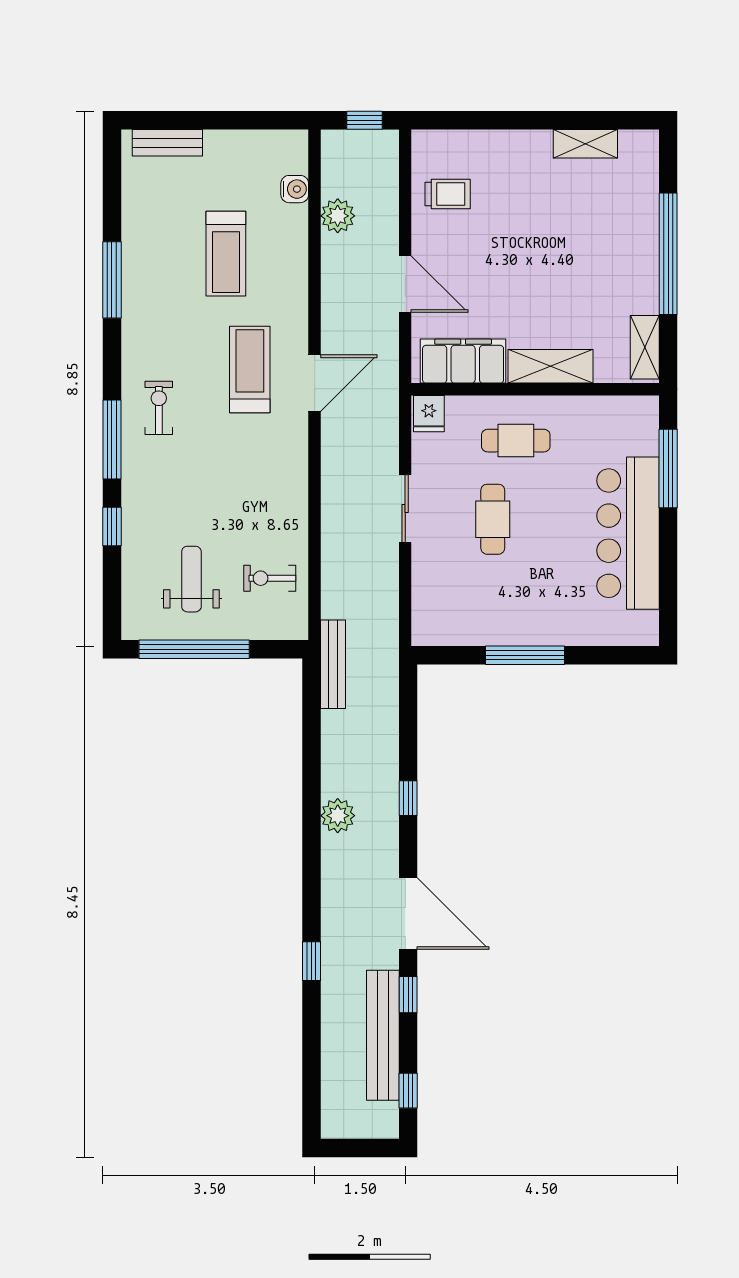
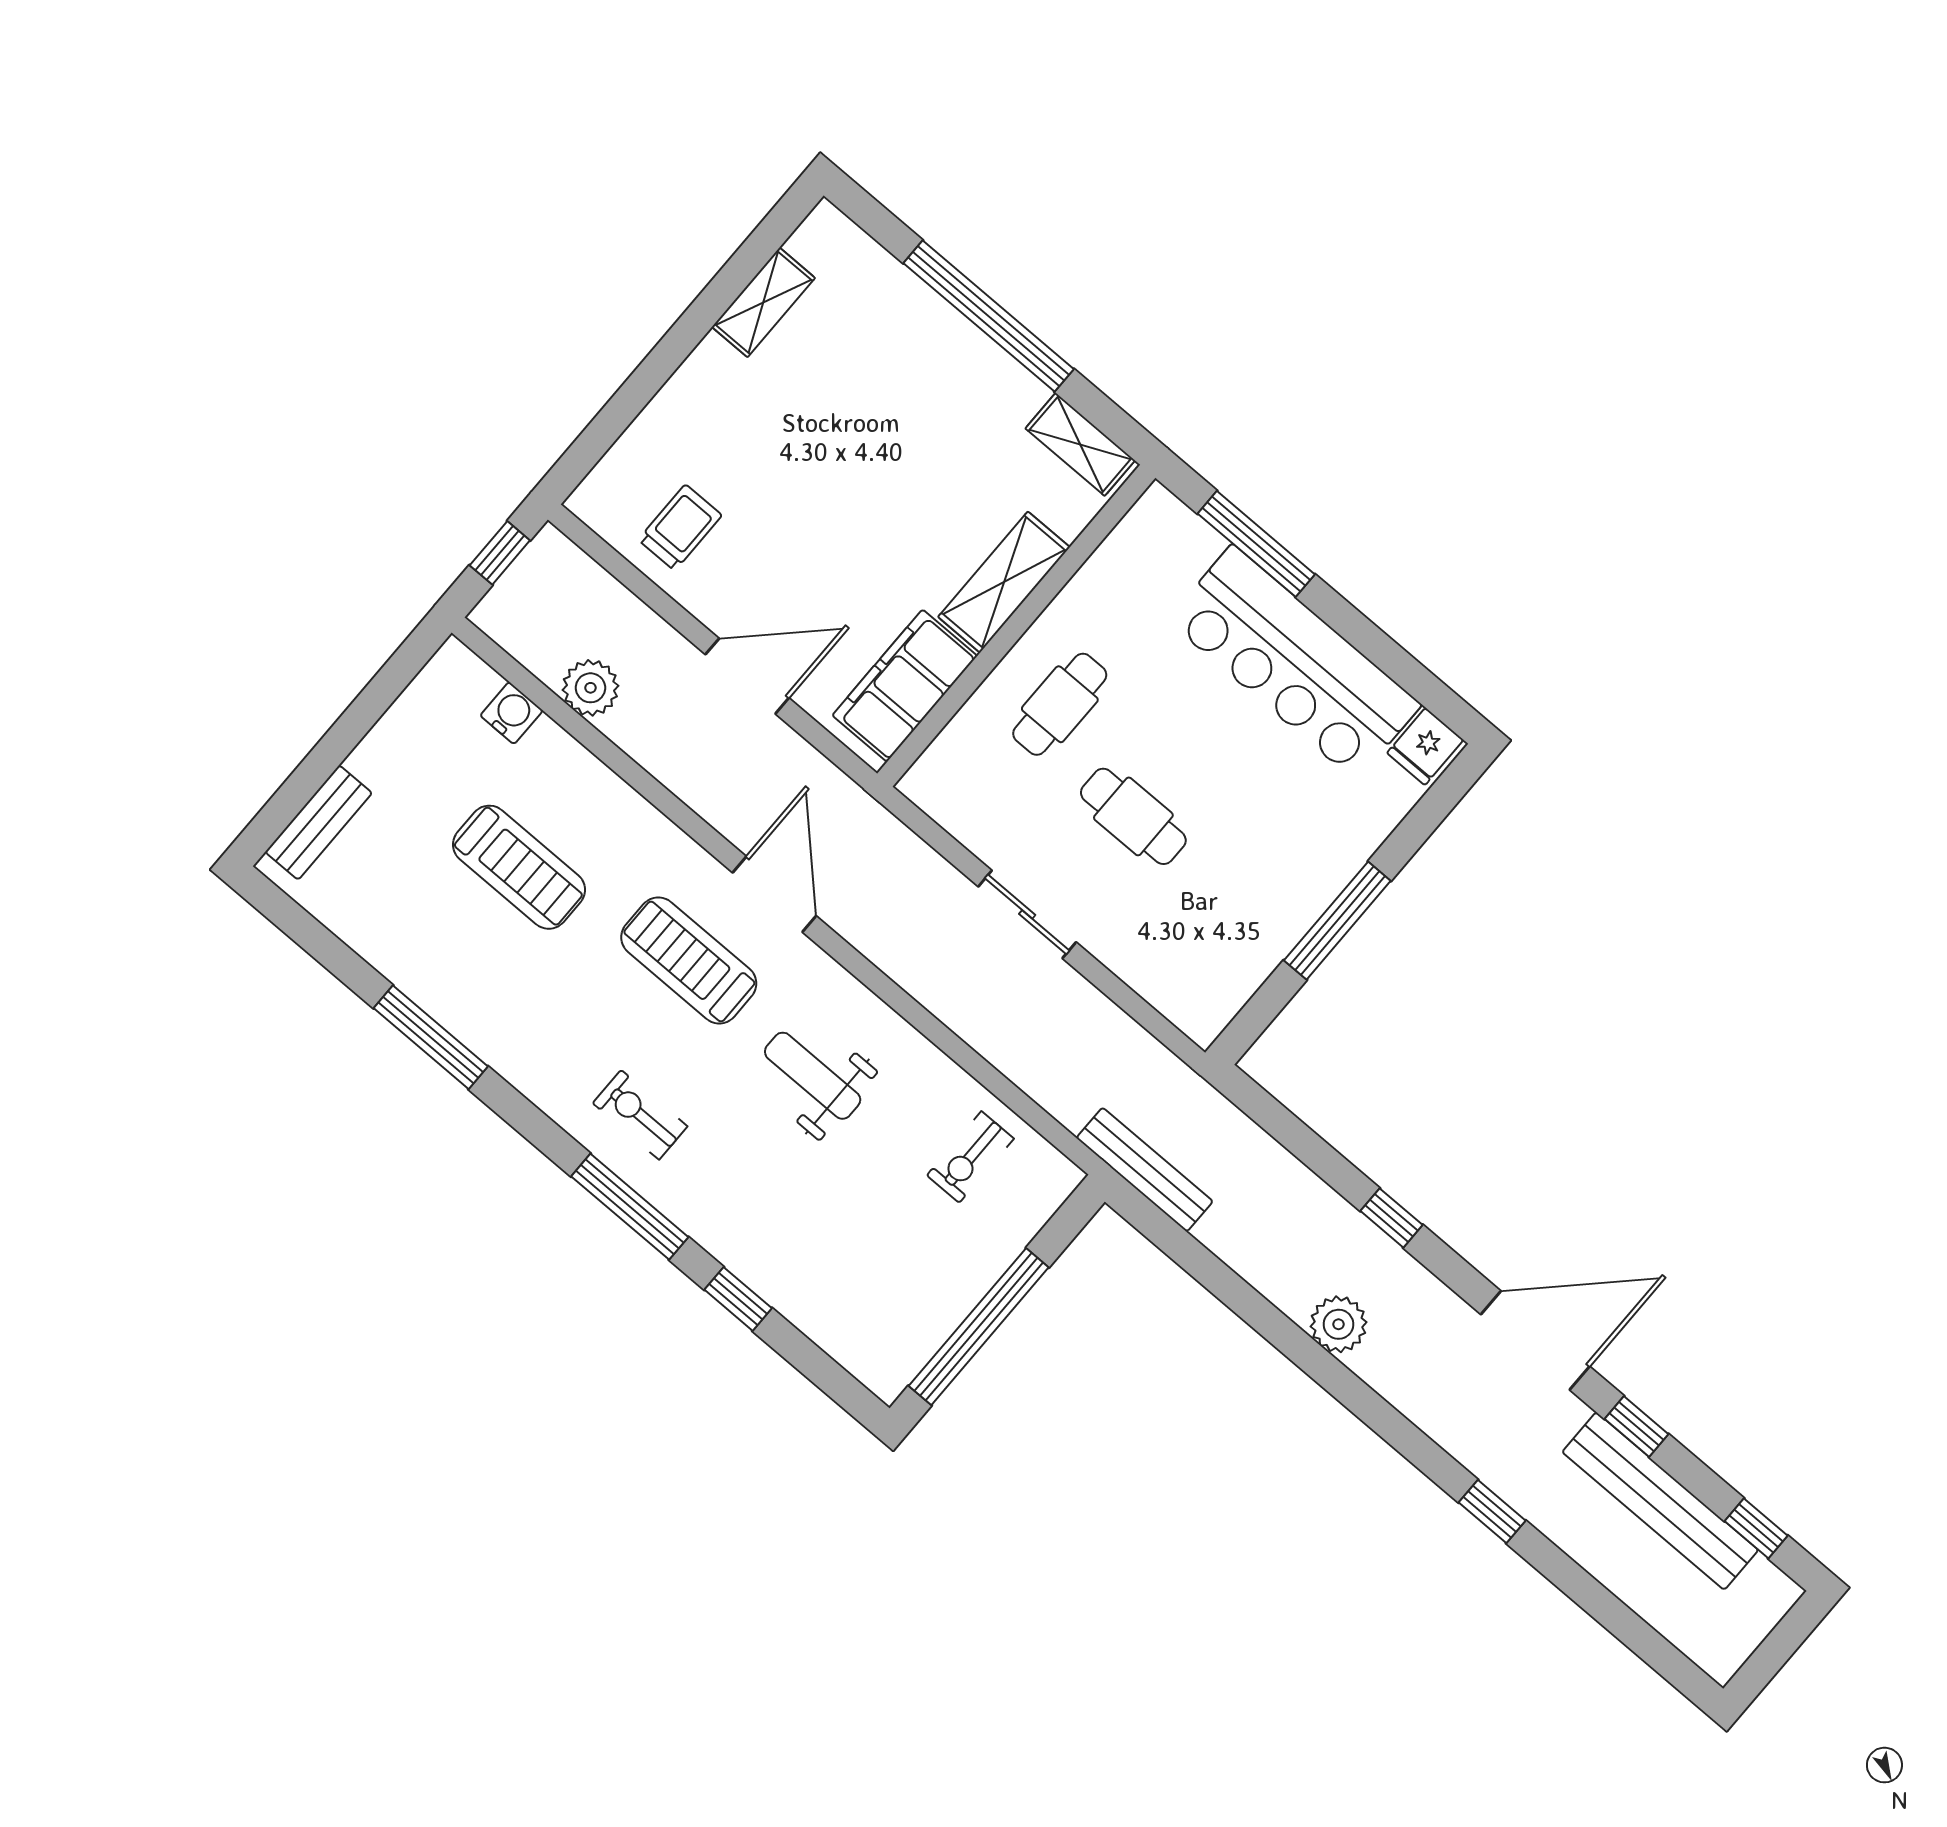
fridge: (429, 414) -> (1425, 746), moved, turned 90
weight bench: (191, 579) -> (813, 1076), moved

